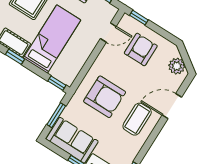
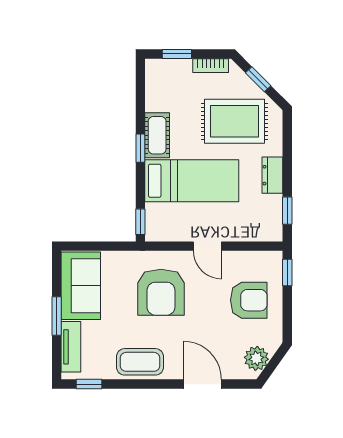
door: (108, 33) -> (207, 246), moved
window: (56, 115) -> (100, 246), removed
coffee table: (137, 119) -> (140, 362), moved

